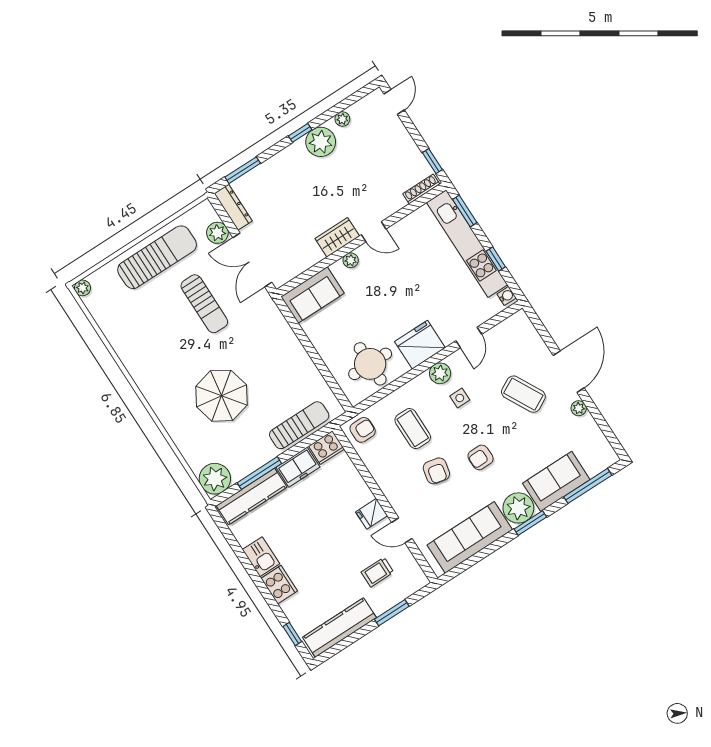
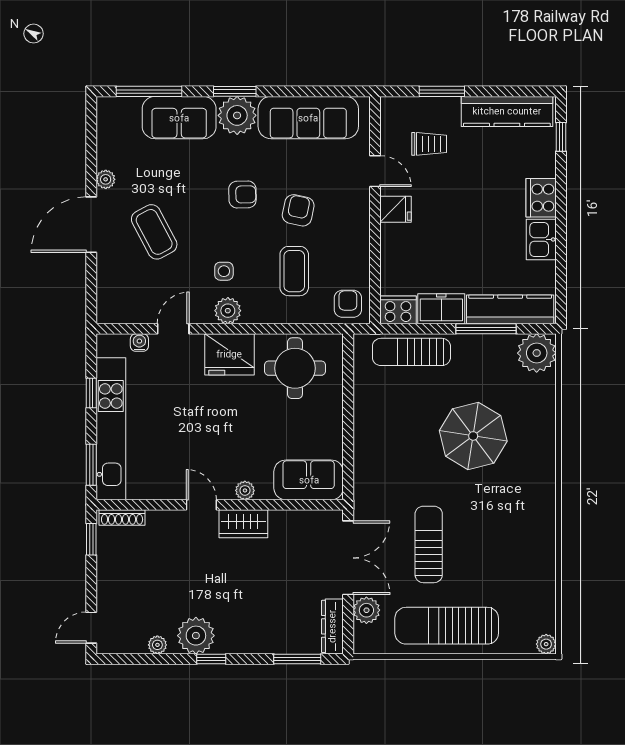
water cooler: (507, 296) -> (139, 342), moved, turned 90
armchair: (363, 430) -> (348, 304), turned 90

